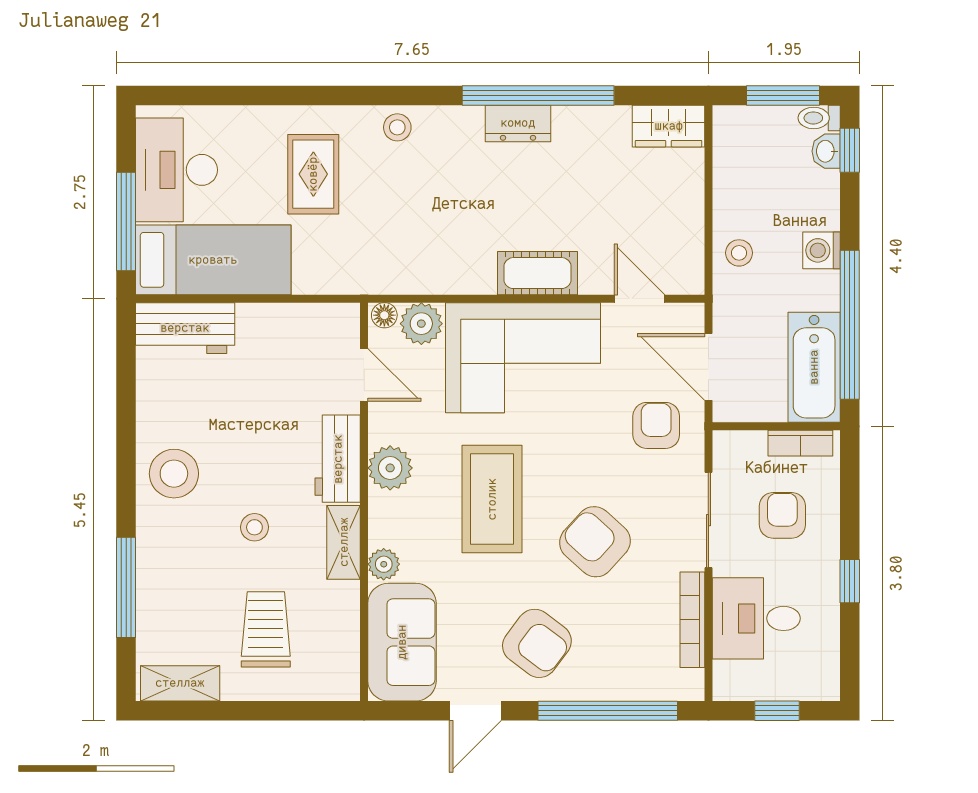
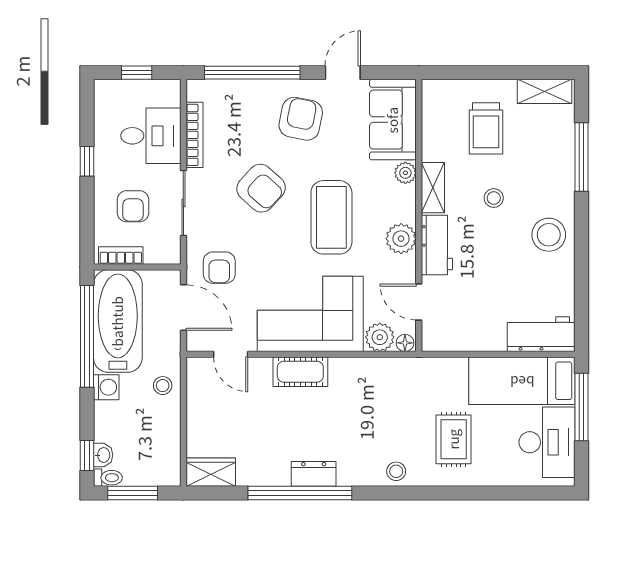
bathtub: (814, 367) -> (118, 321), width x1.36, depth x1.36
armchair: (537, 643) -> (301, 119), turned 64

